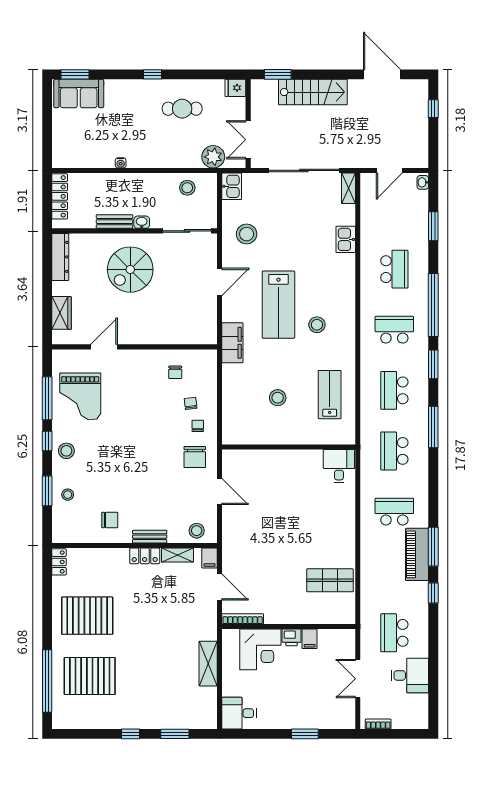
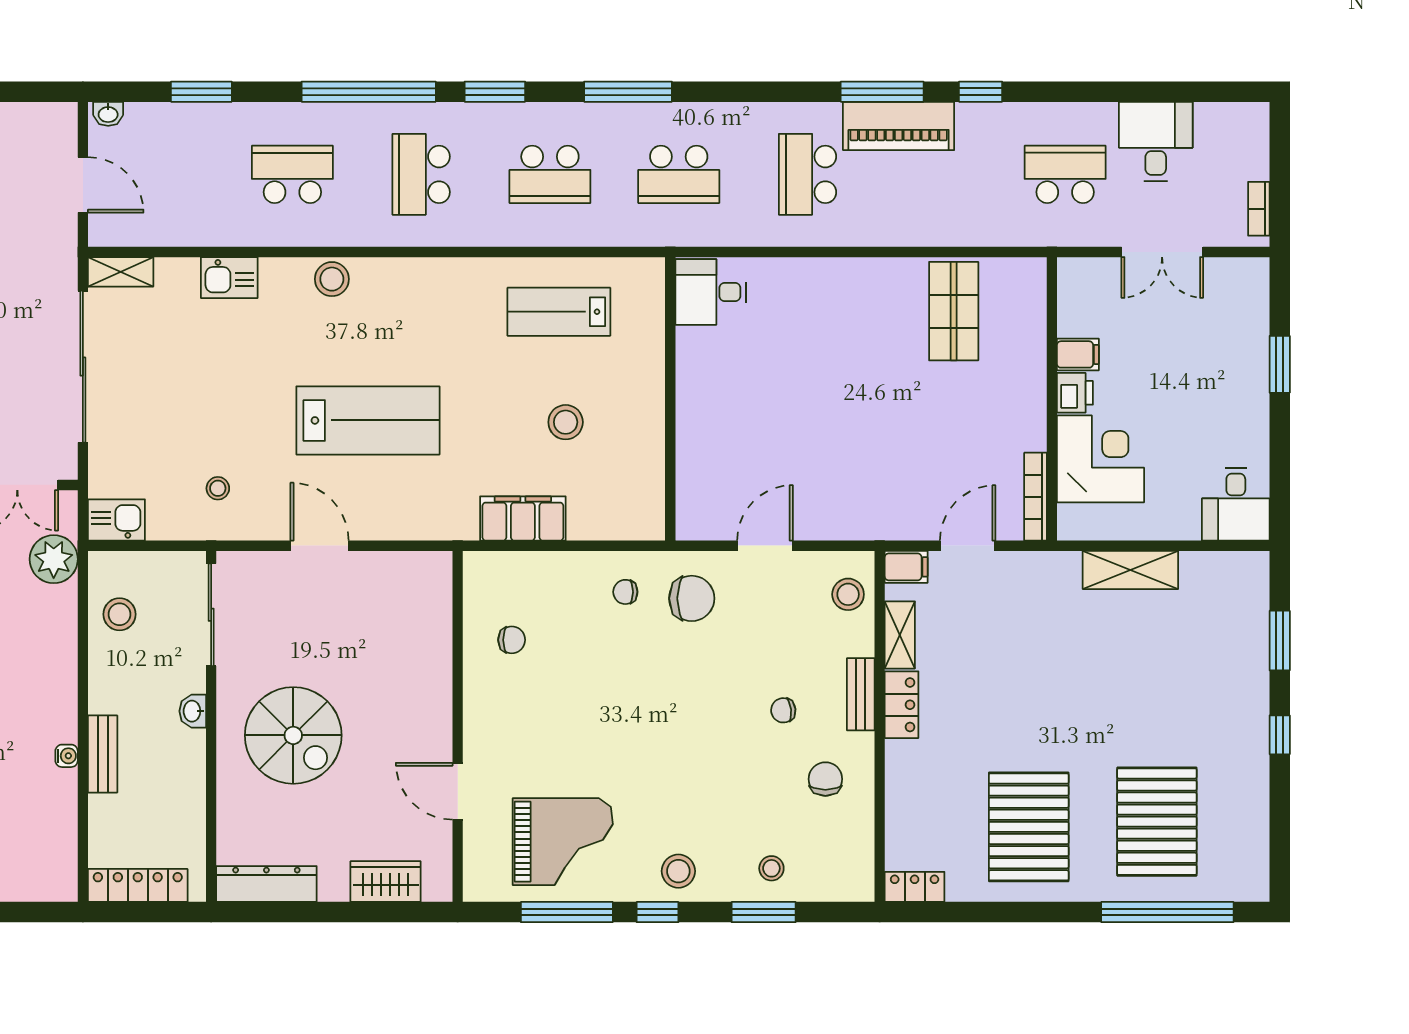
bench: (115, 222) -> (103, 754), moved
stool: (247, 234) -> (218, 488), width x0.53, depth x0.53
stool: (317, 325) -> (332, 279), moved
filing cabinet: (232, 343) -> (523, 518), moved
chair: (191, 403) -> (783, 710), moved
school desk: (394, 633) -> (1065, 174), turned 180

